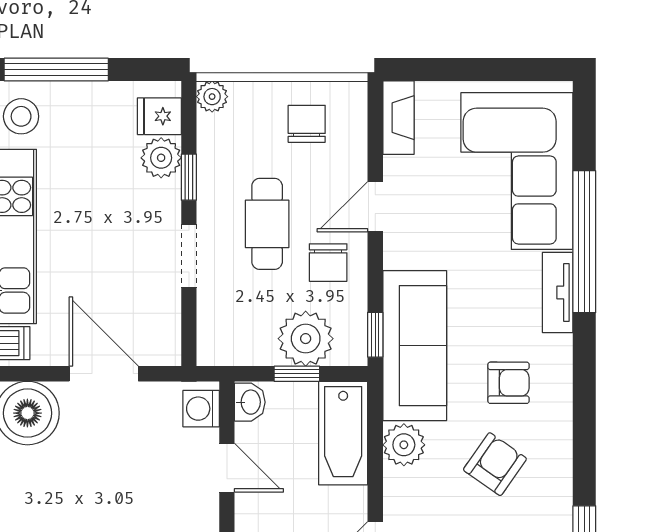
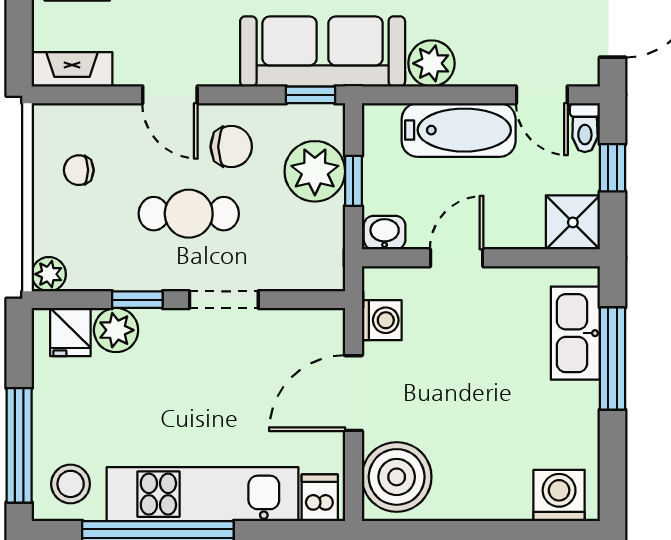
chair: (307, 124) -> (79, 170), width x0.73, depth x0.73
washing machine: (201, 409) -> (382, 320), moved, turned -90
bathtub: (343, 433) -> (459, 130), moved

